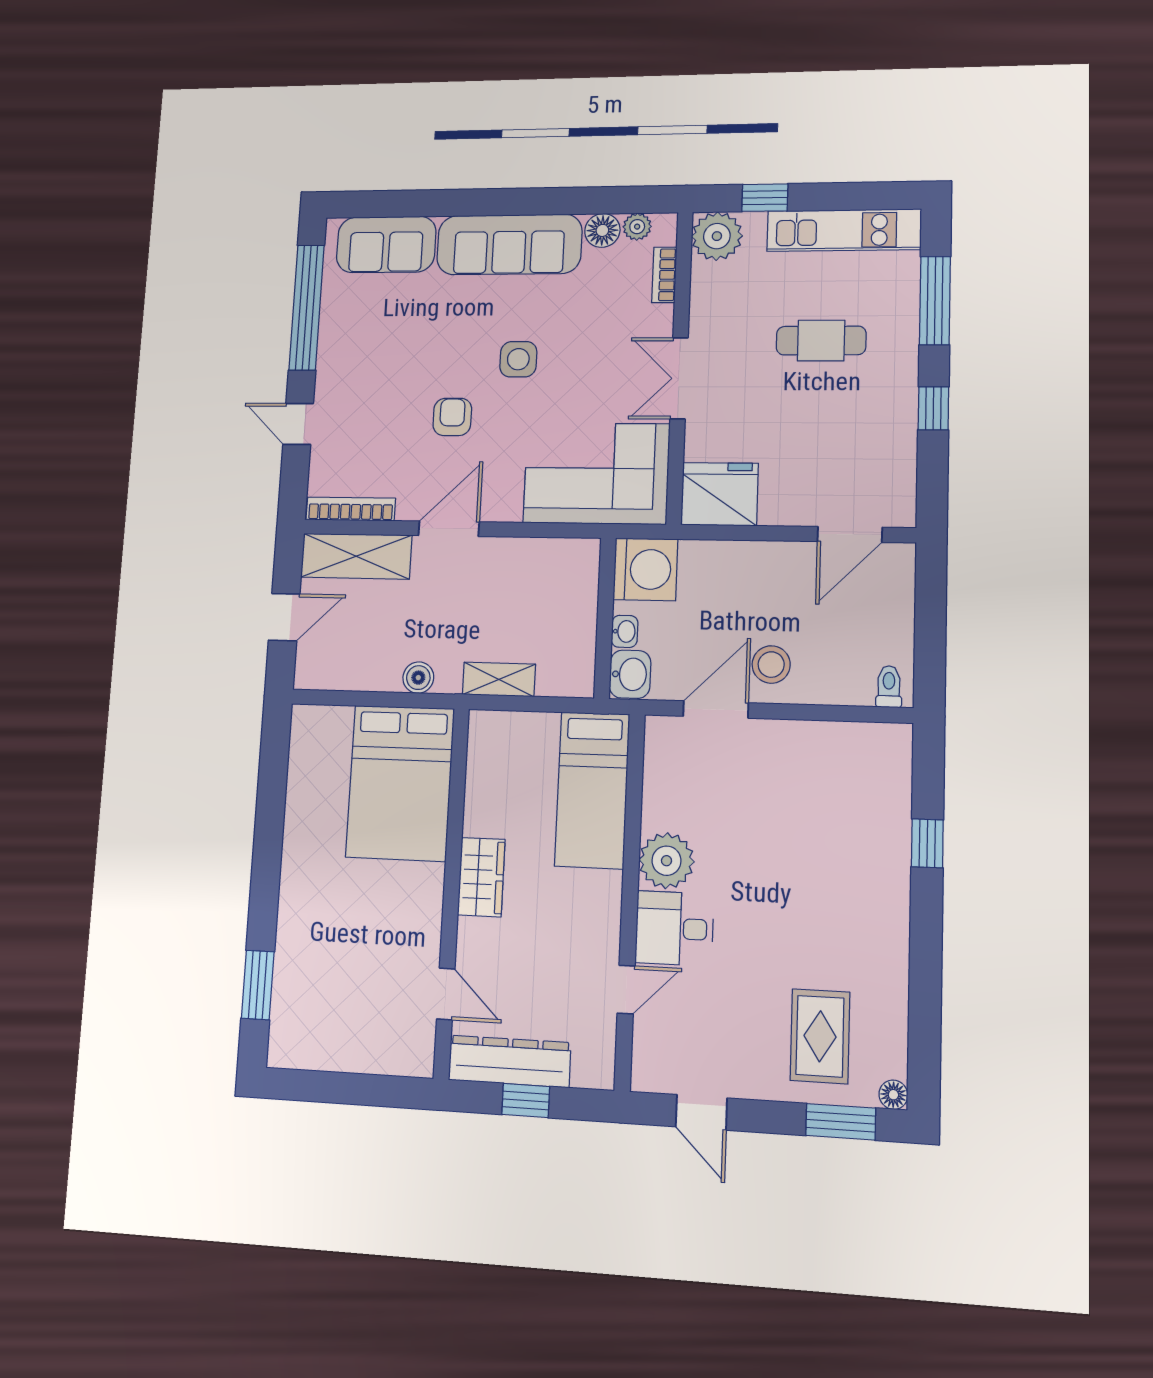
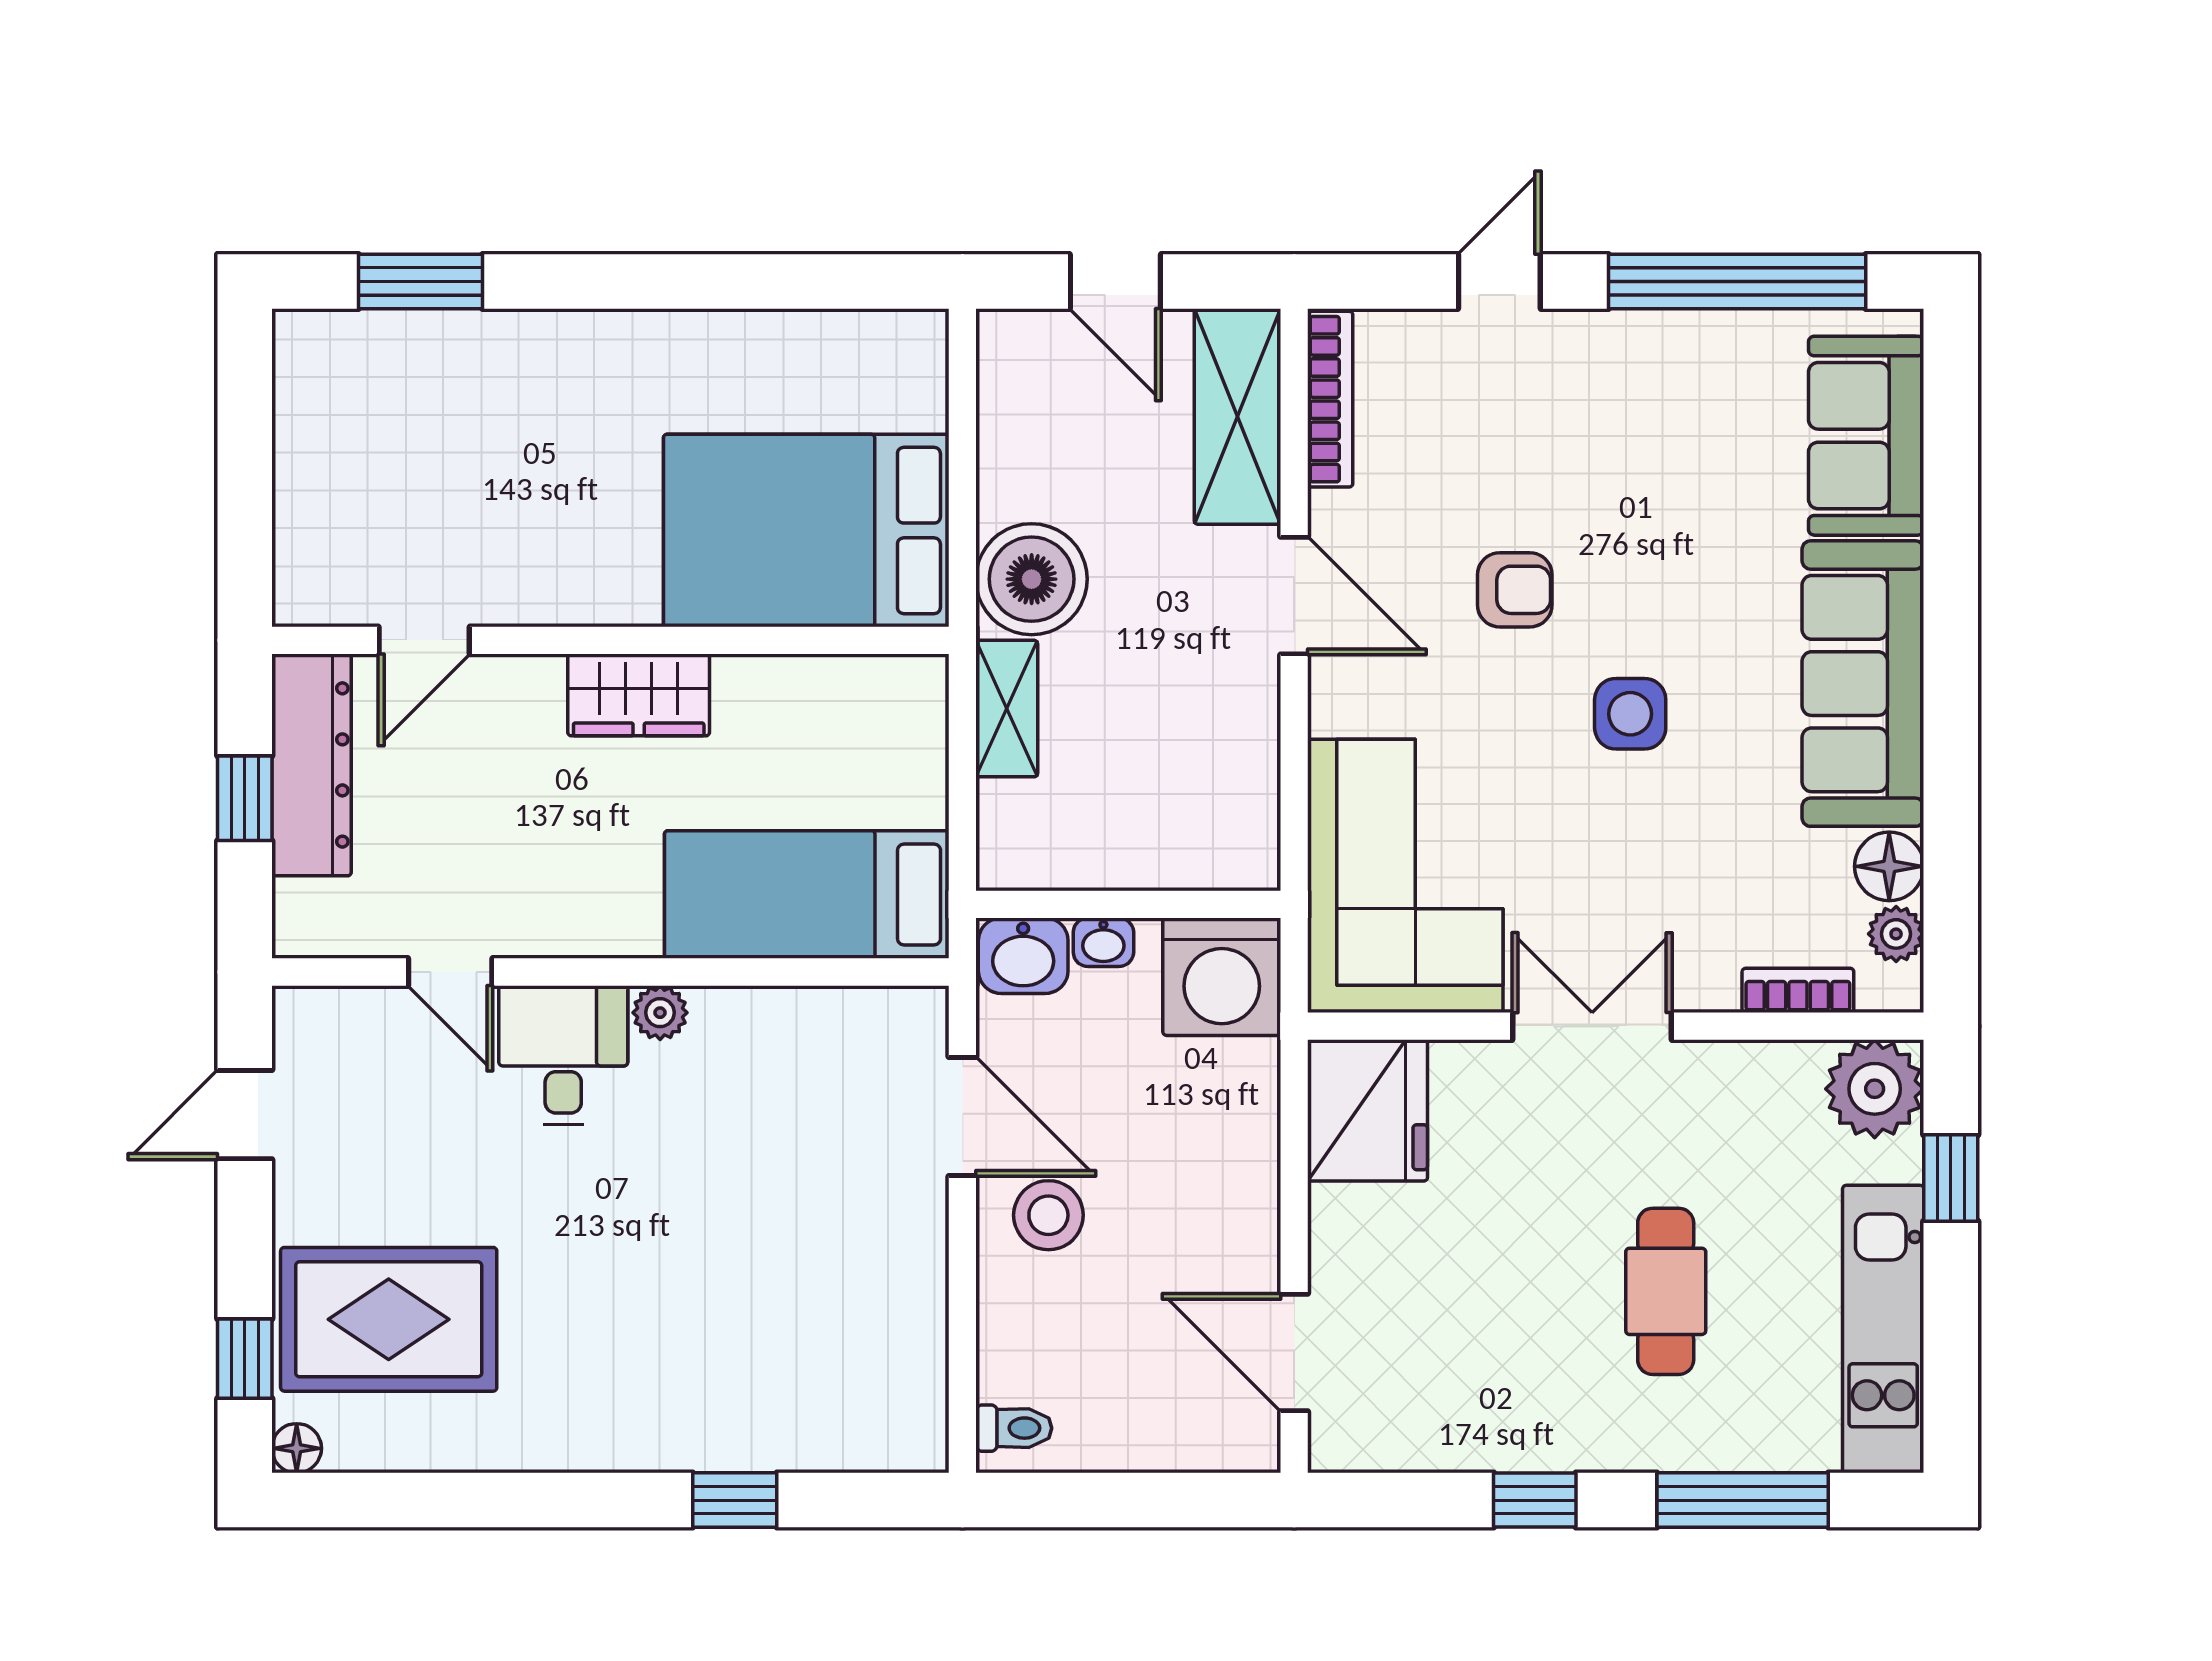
boiler: (418, 678) -> (1032, 579), width x1.86, depth x1.86
plant: (667, 861) -> (660, 1013), width x0.53, depth x0.53
rug: (820, 1036) -> (389, 1319), width x1.36, depth x1.43
window: (841, 1122) -> (245, 1359), width x0.67

